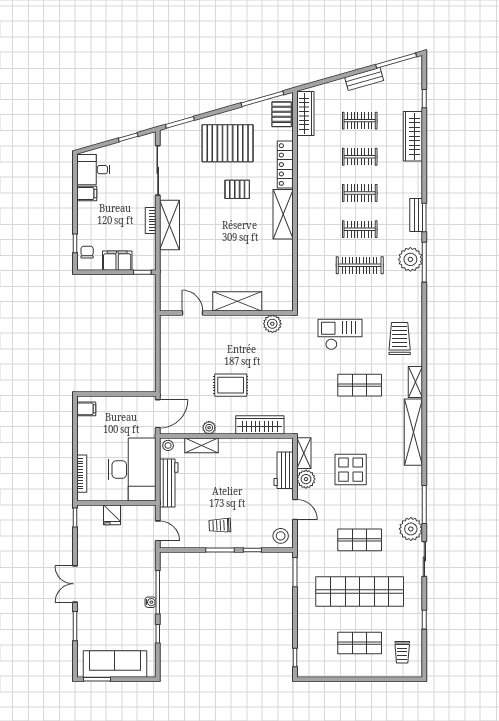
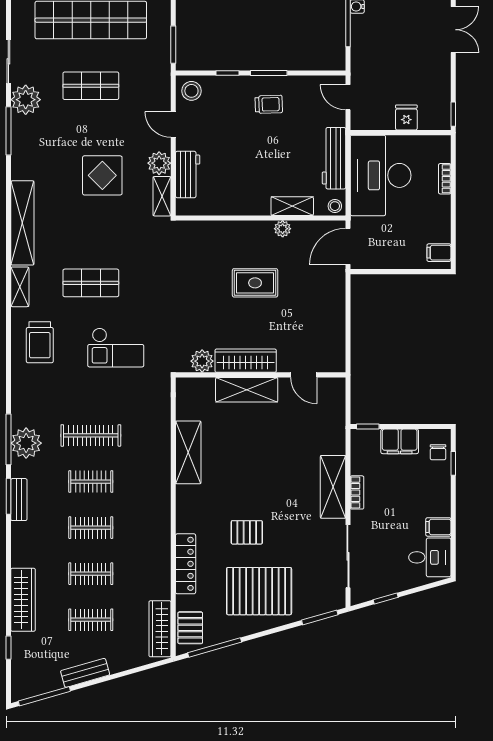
shelving: (283, 214) -> (188, 452), moved
wardrobe: (260, 425) -> (246, 361), moved, turned 180
bookcase: (82, 474) -> (445, 179), width x0.64

